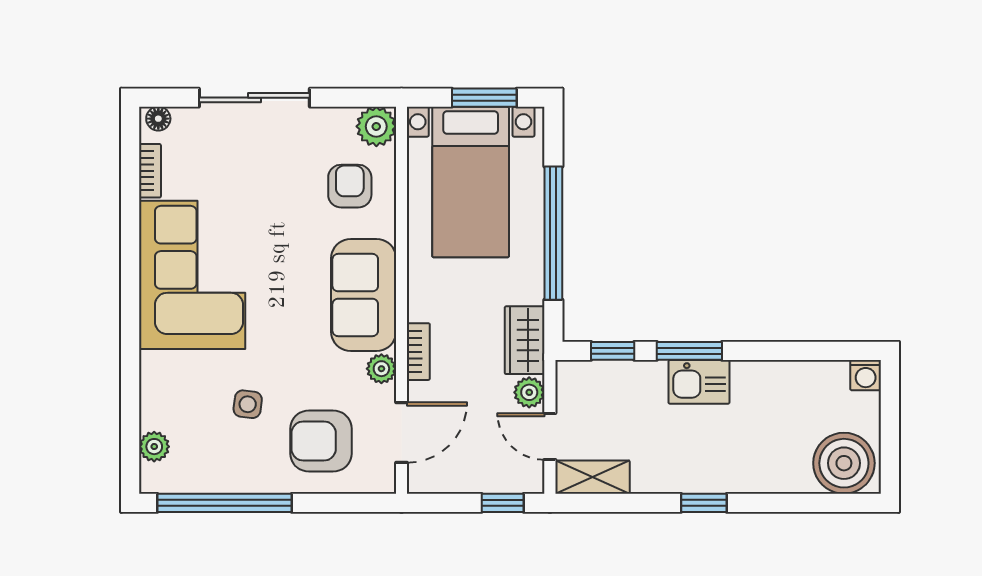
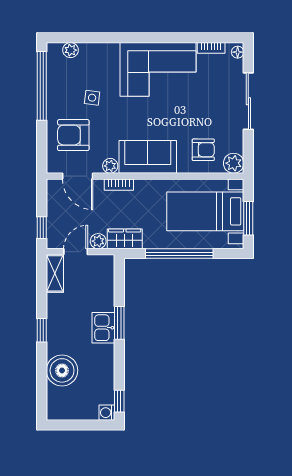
window: (613, 351) -> (119, 401), moved
armchair: (321, 441) -> (73, 135), turned -90
boiler: (844, 463) -> (62, 370), moved

